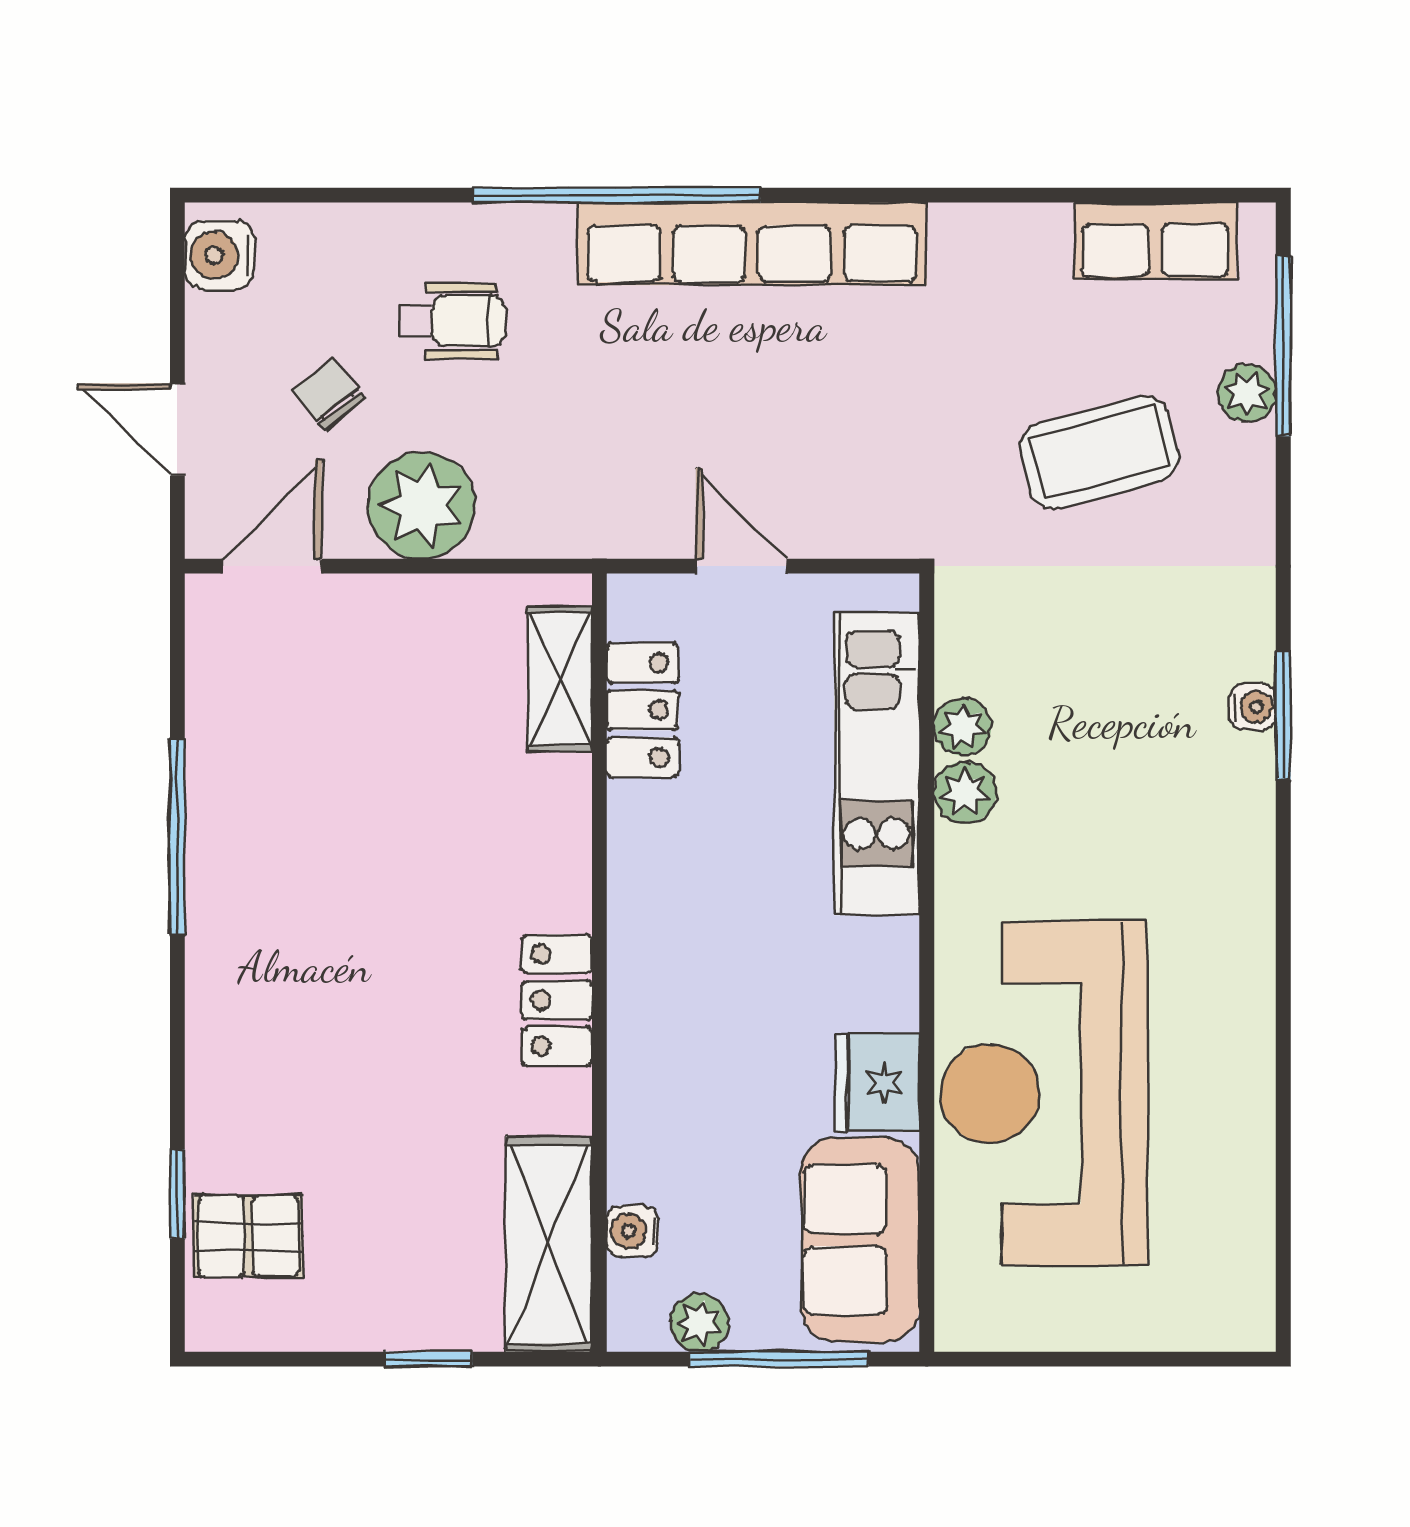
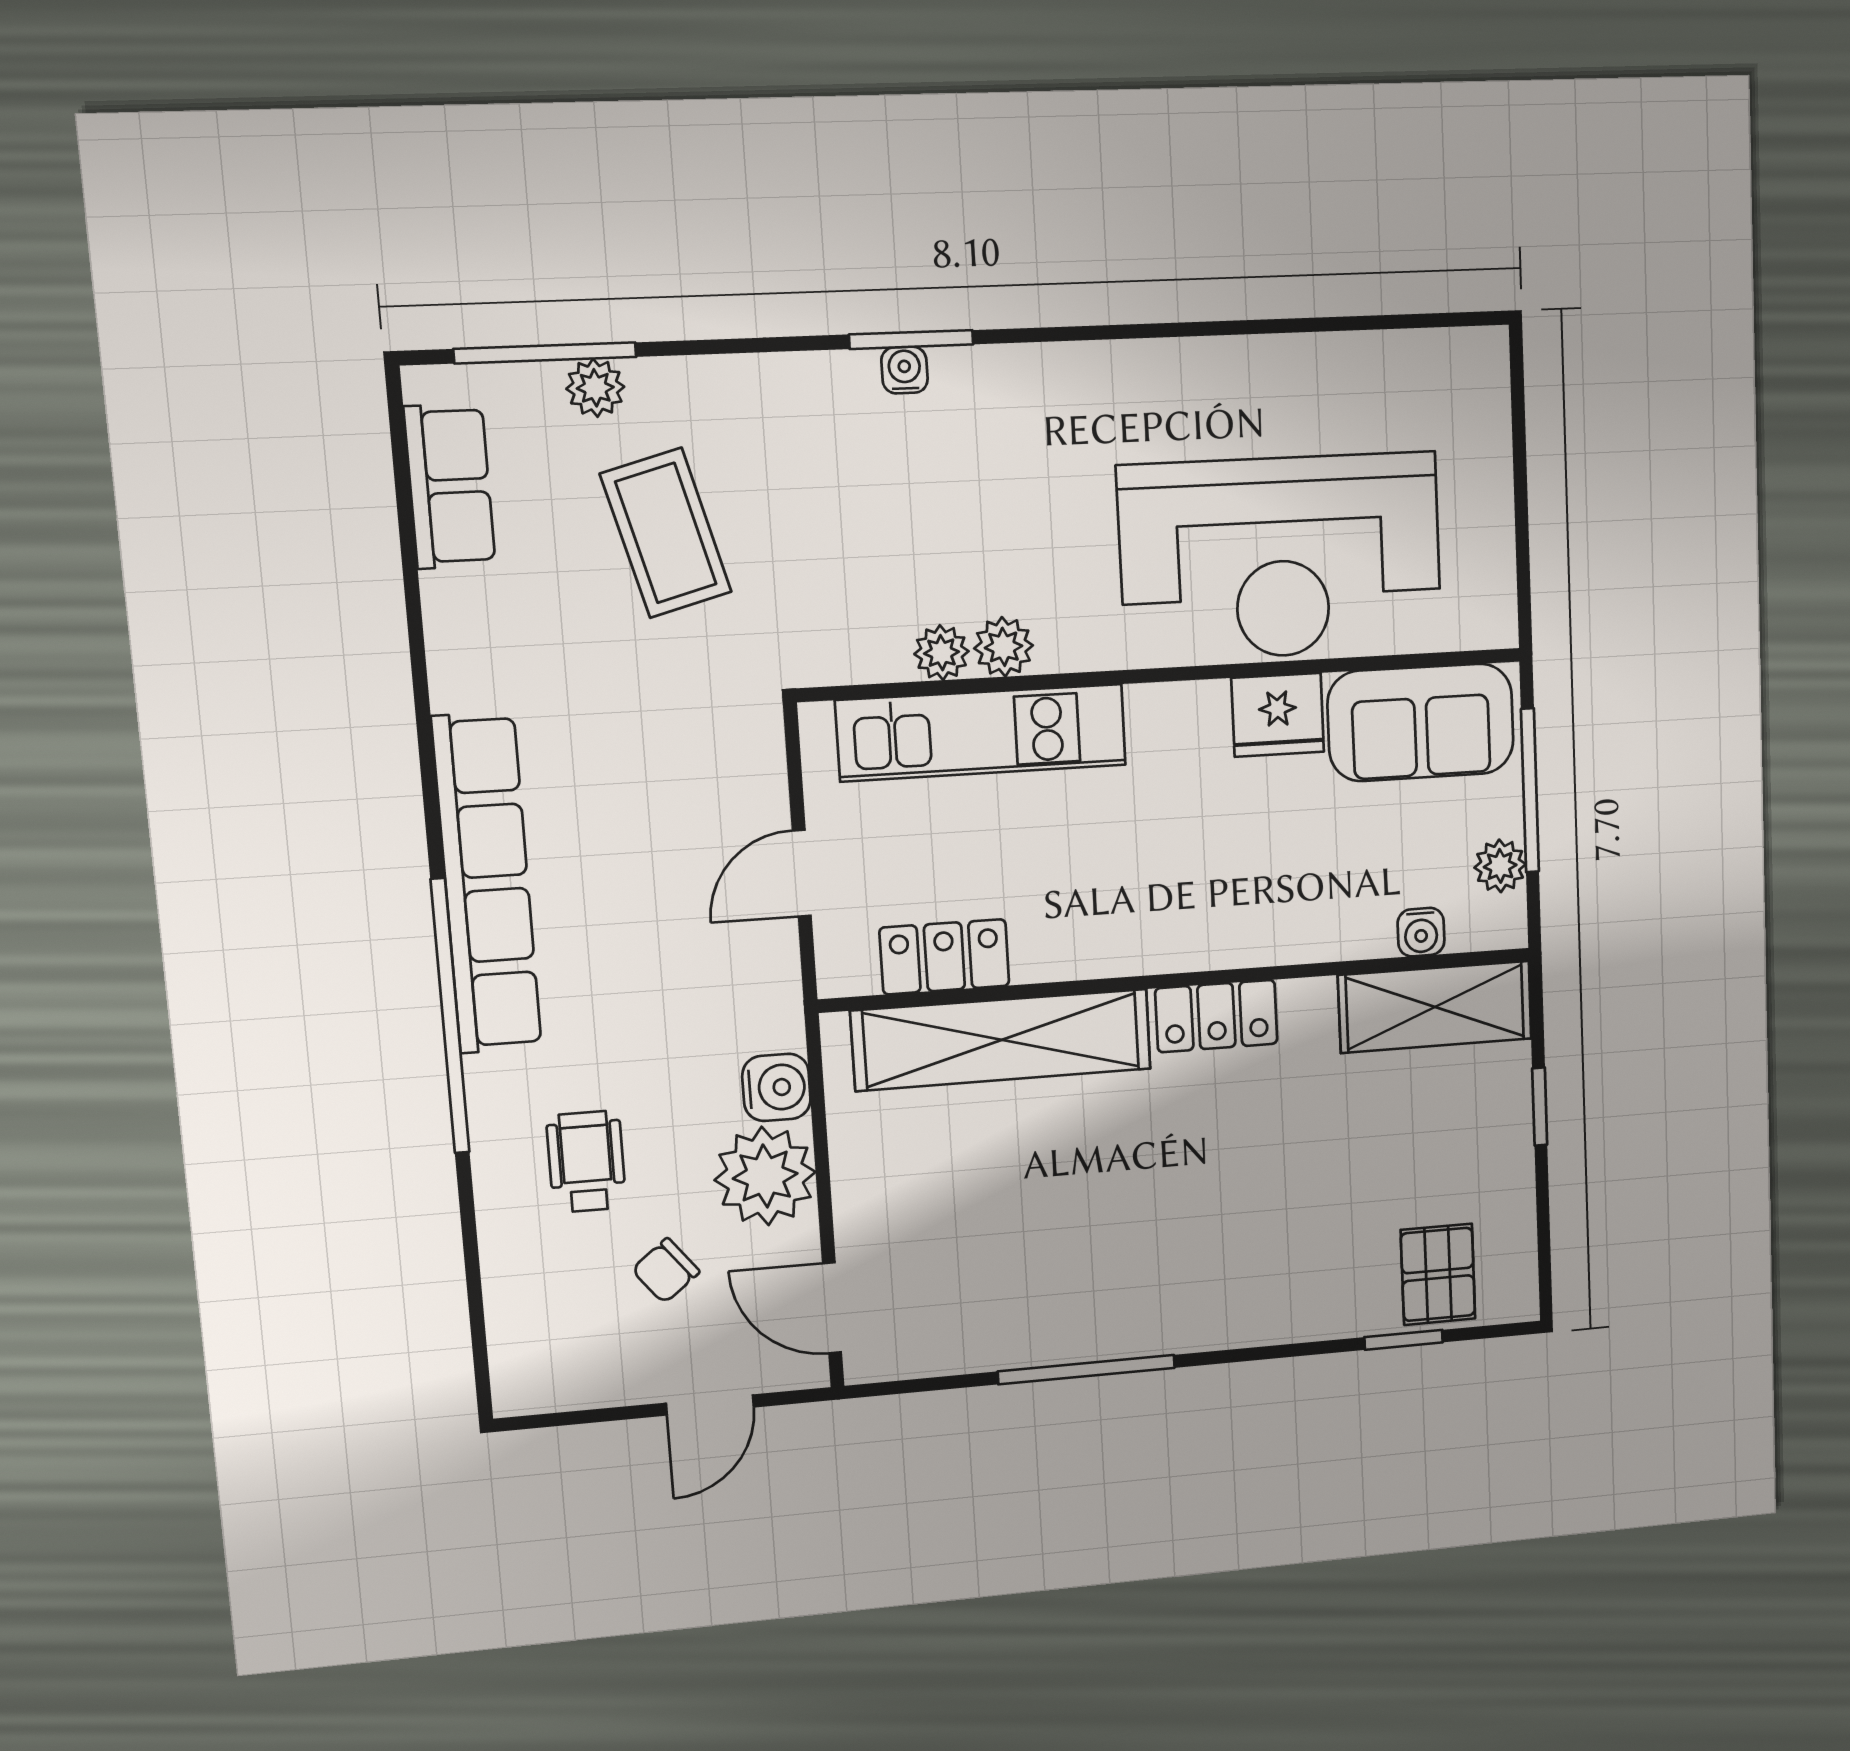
water cooler: (220, 255) -> (776, 1087), moved, turned -90
shelving: (560, 679) -> (1002, 1040), width x2.20, depth x1.33

